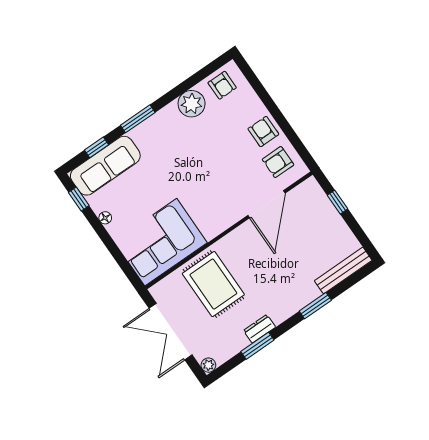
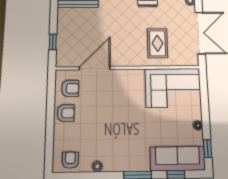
plant: (192, 104) -> (97, 166), width x0.53, depth x0.53
armchair: (263, 132) -> (66, 113), turned -90
rug: (213, 284) -> (157, 43), width x0.73, depth x0.70

